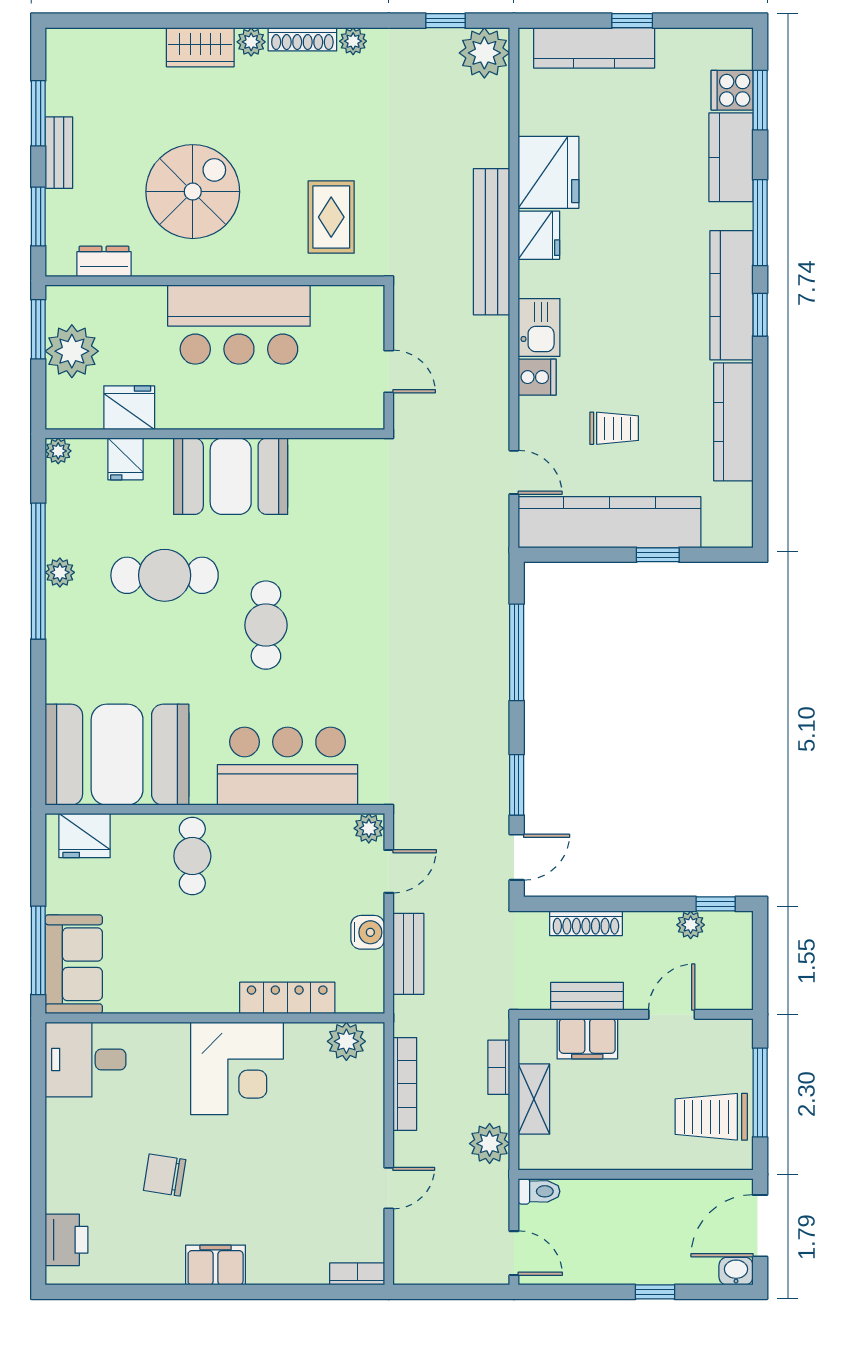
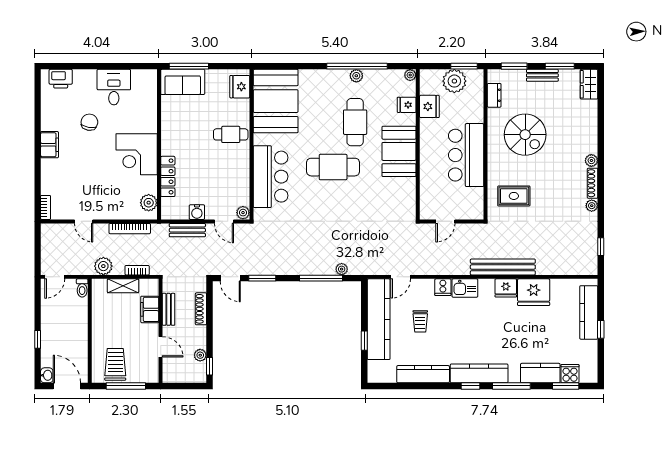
wardrobe: (200, 47) -> (589, 84), moved
plant: (484, 53) -> (342, 269), moved, width x0.53, depth x0.53
cafe table: (266, 625) -> (333, 167), width x1.37, depth x1.35
desk: (86, 1059) -> (114, 87), moved

